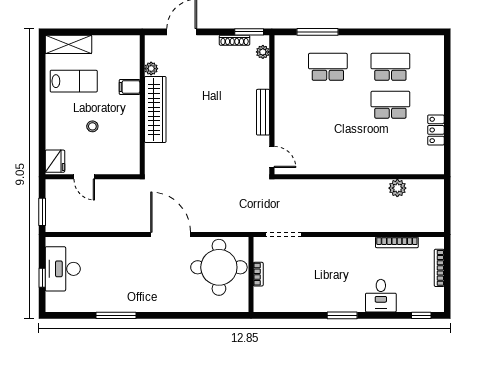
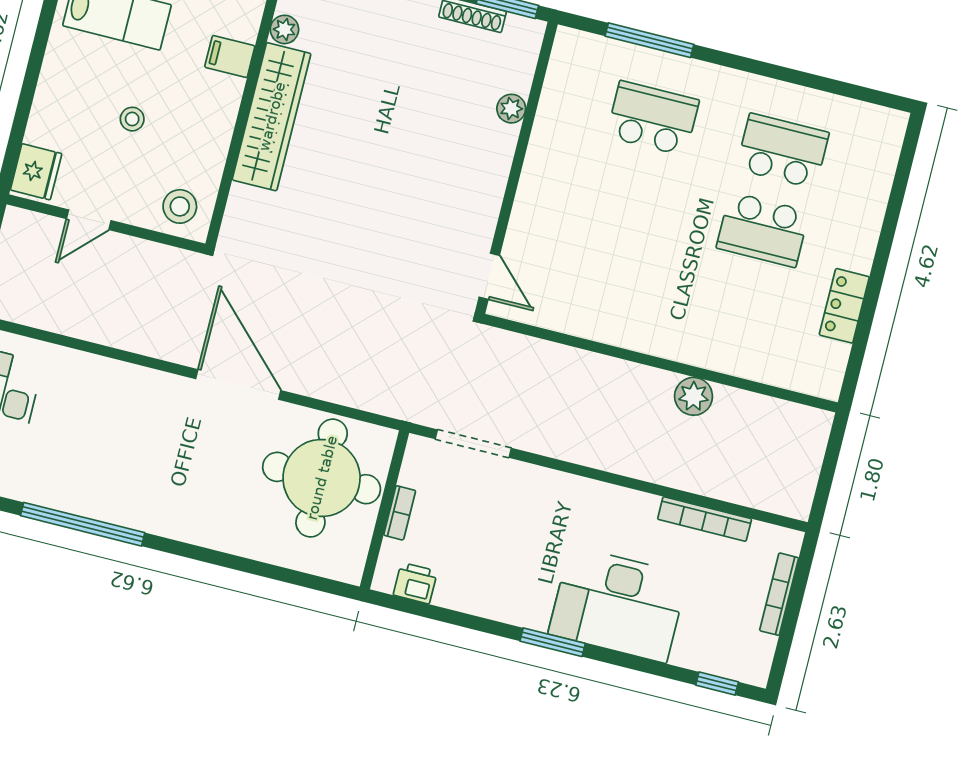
plant: (263, 52) -> (511, 109), moved
school desk: (390, 105) -> (763, 230), turned 180
bench: (263, 112) -> (494, 179), removed
stool: (124, 160) -> (180, 206), added
door: (84, 177) -> (89, 220), hinge flipped
plant: (397, 188) -> (694, 396), moved
desk: (381, 296) -> (618, 604), width x1.87, depth x1.30
printer: (273, 304) -> (415, 583), added
window: (116, 315) -> (83, 524), width x1.46

